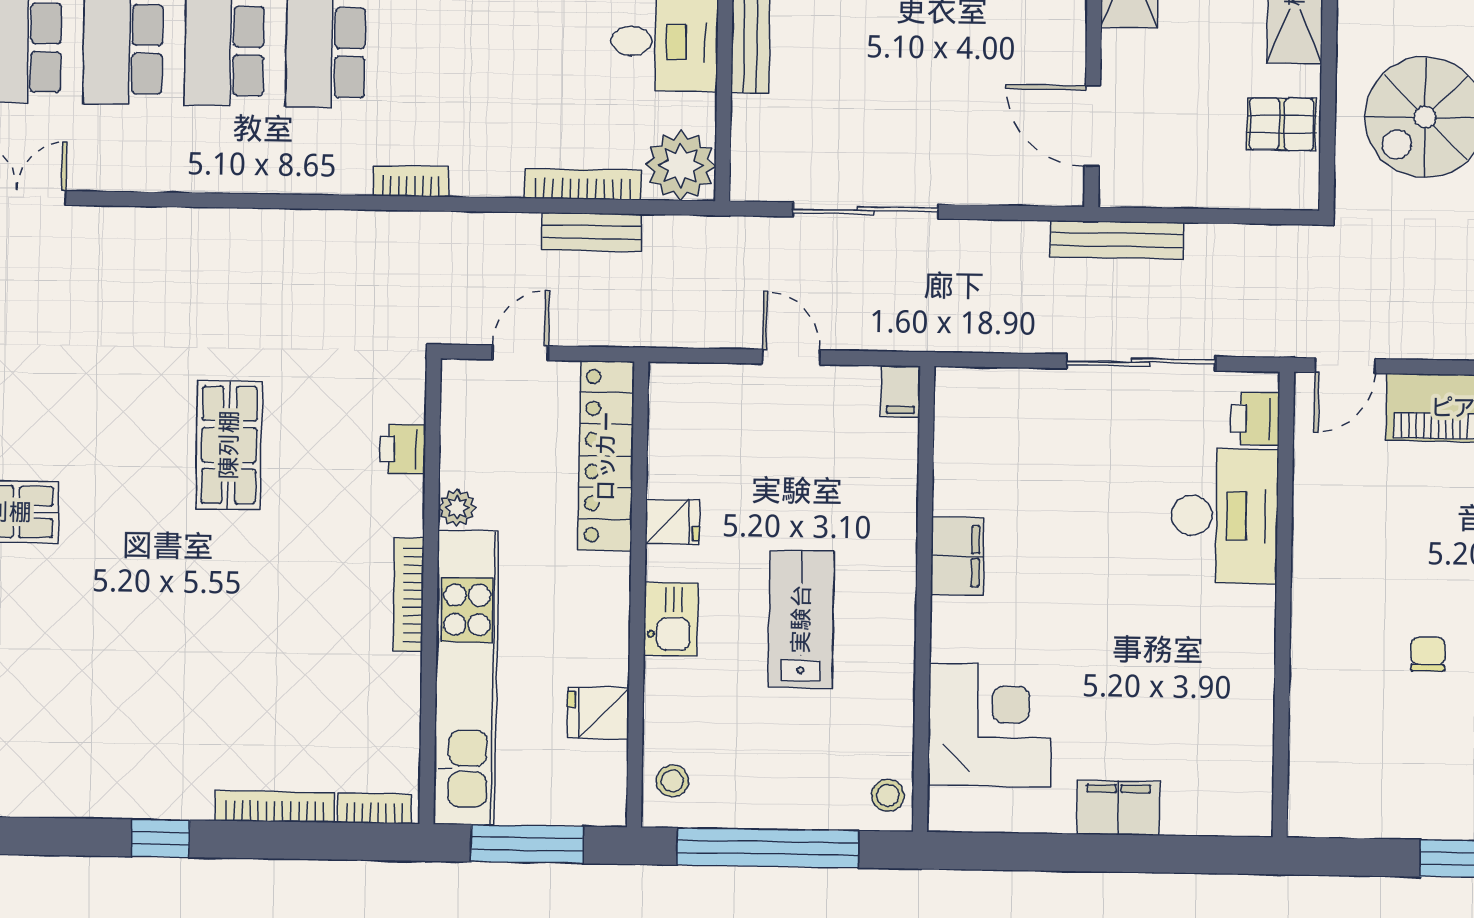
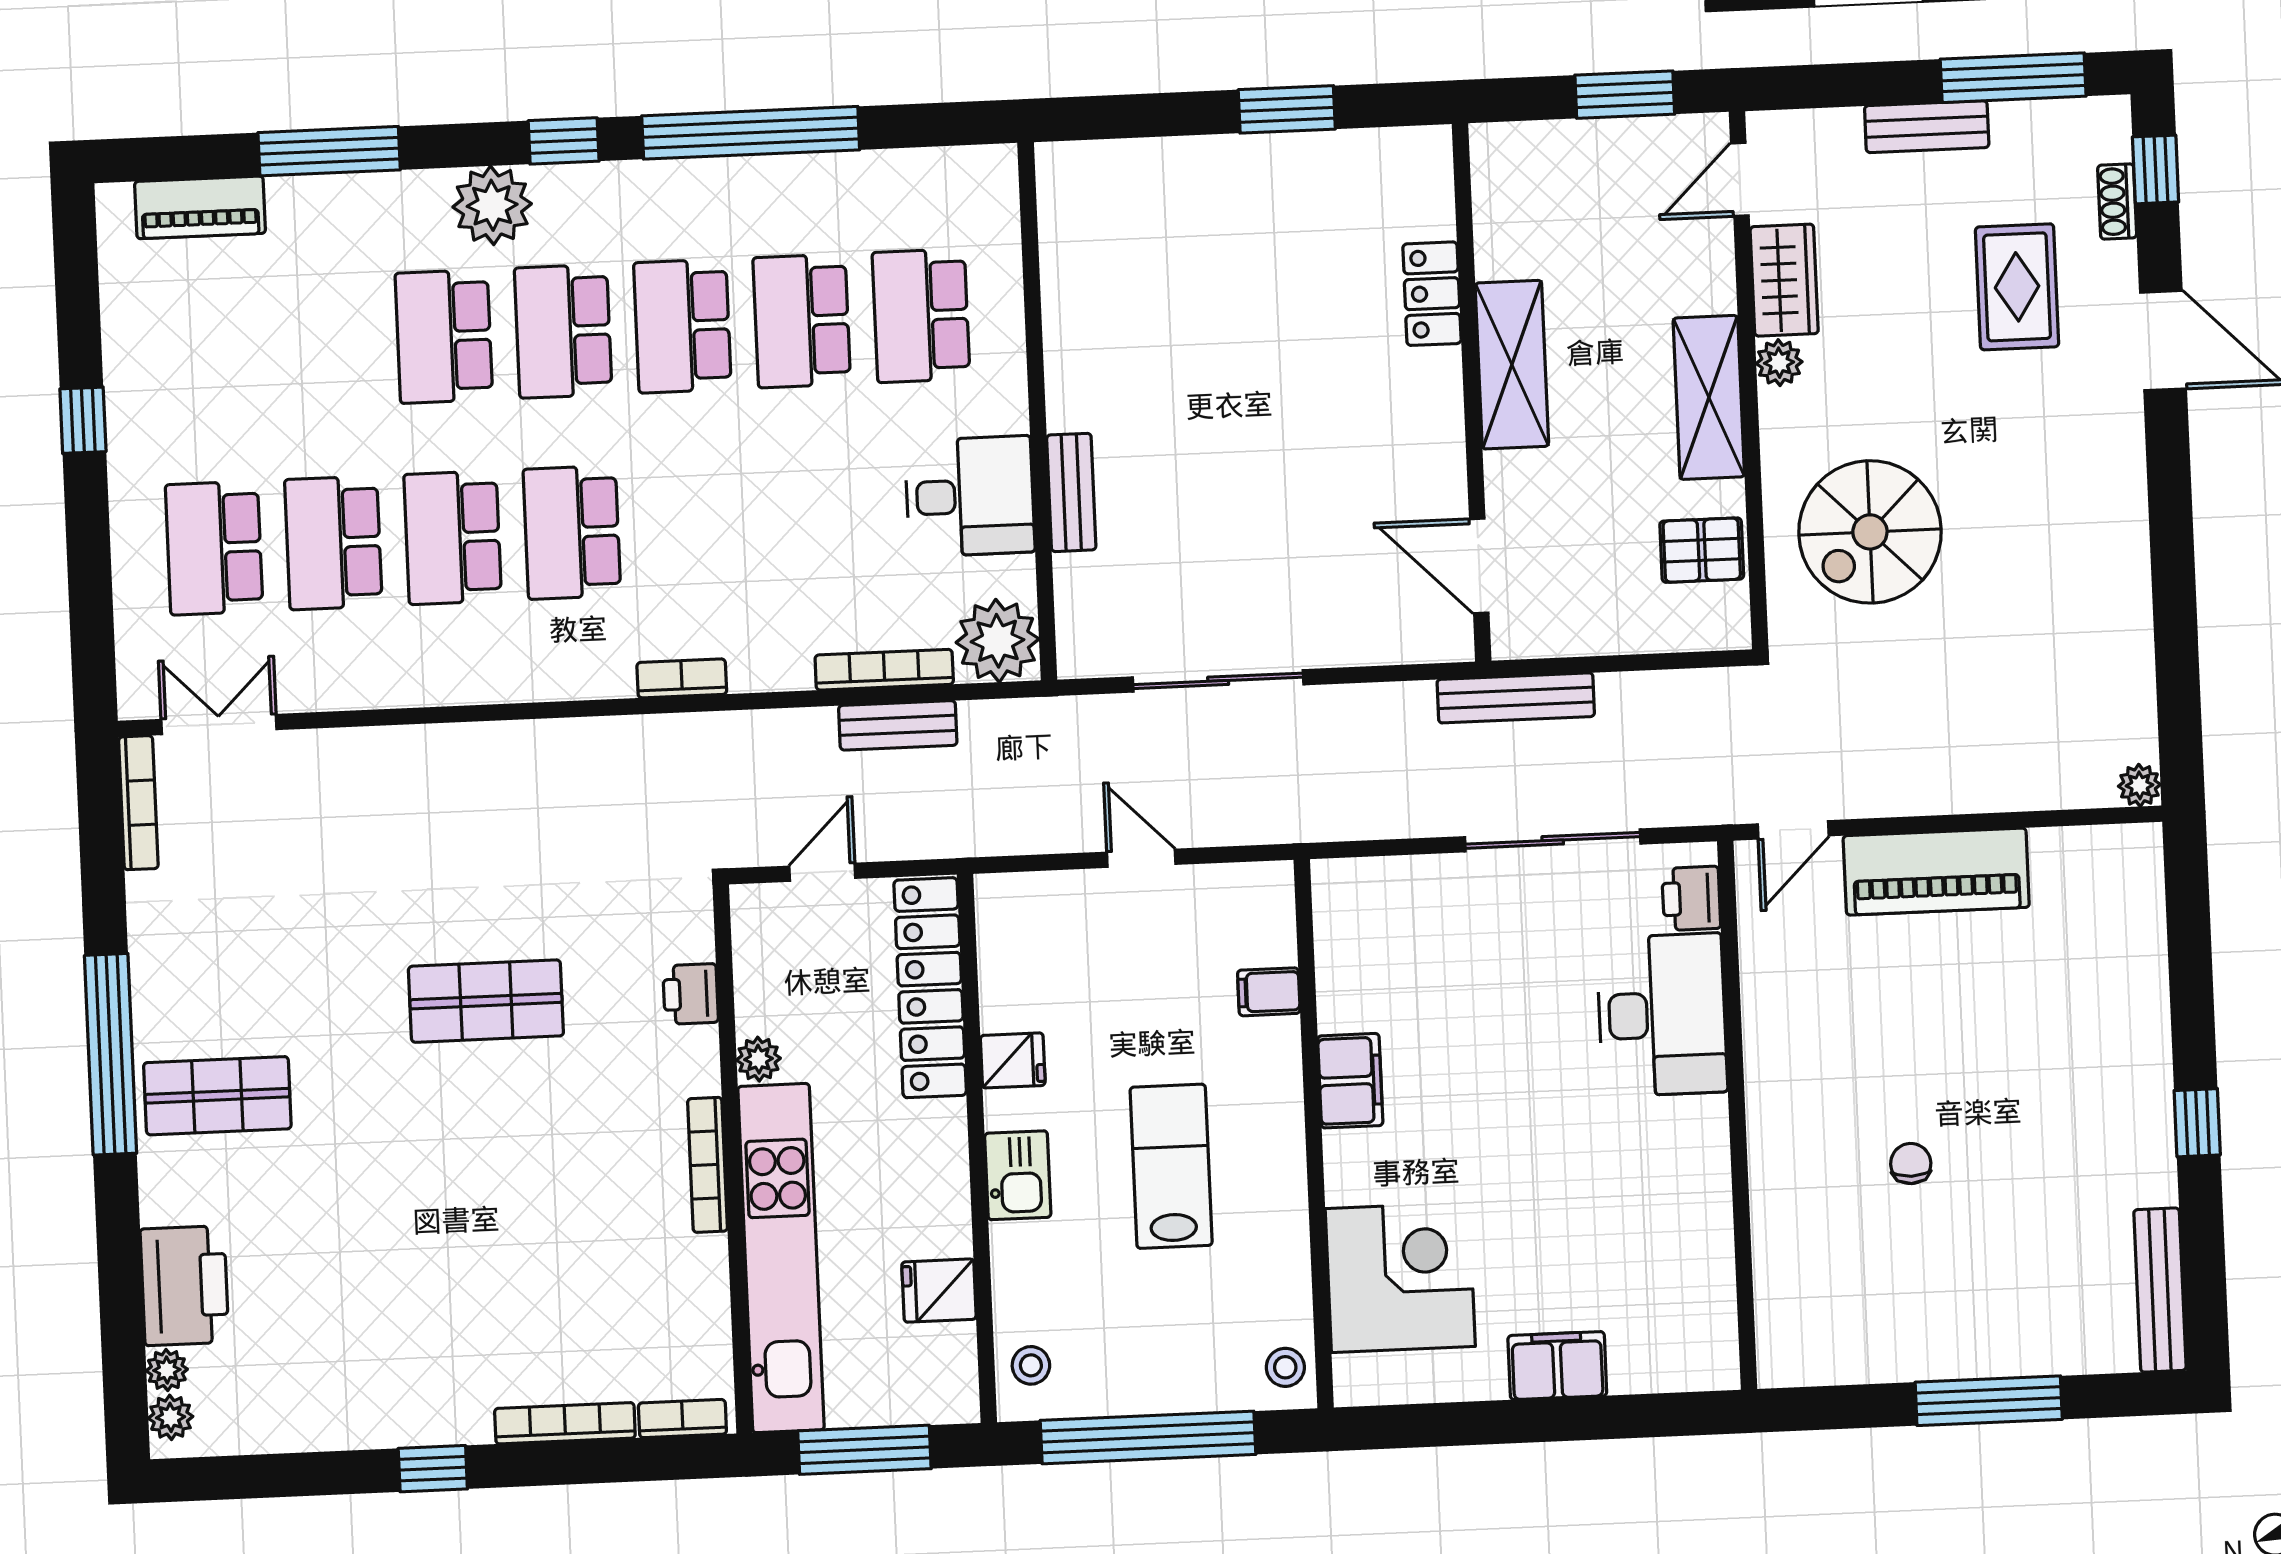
filing cabinet: (901, 391) -> (1269, 992), moved, turned 90
shop shelf: (229, 445) -> (486, 1001), turned 90

